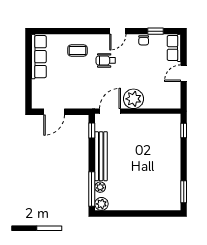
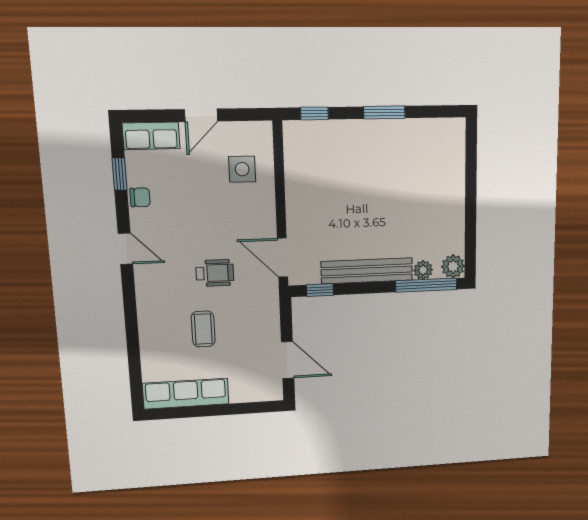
coffee table: (77, 50) -> (203, 329), moved
wheelchair: (106, 60) -> (215, 273), moved, turned -90
door: (184, 73) -> (201, 115), hinge flipped
side table: (156, 92) -> (242, 169), added
plant: (133, 99) -> (257, 214), removed
window: (184, 192) -> (384, 112), moved

